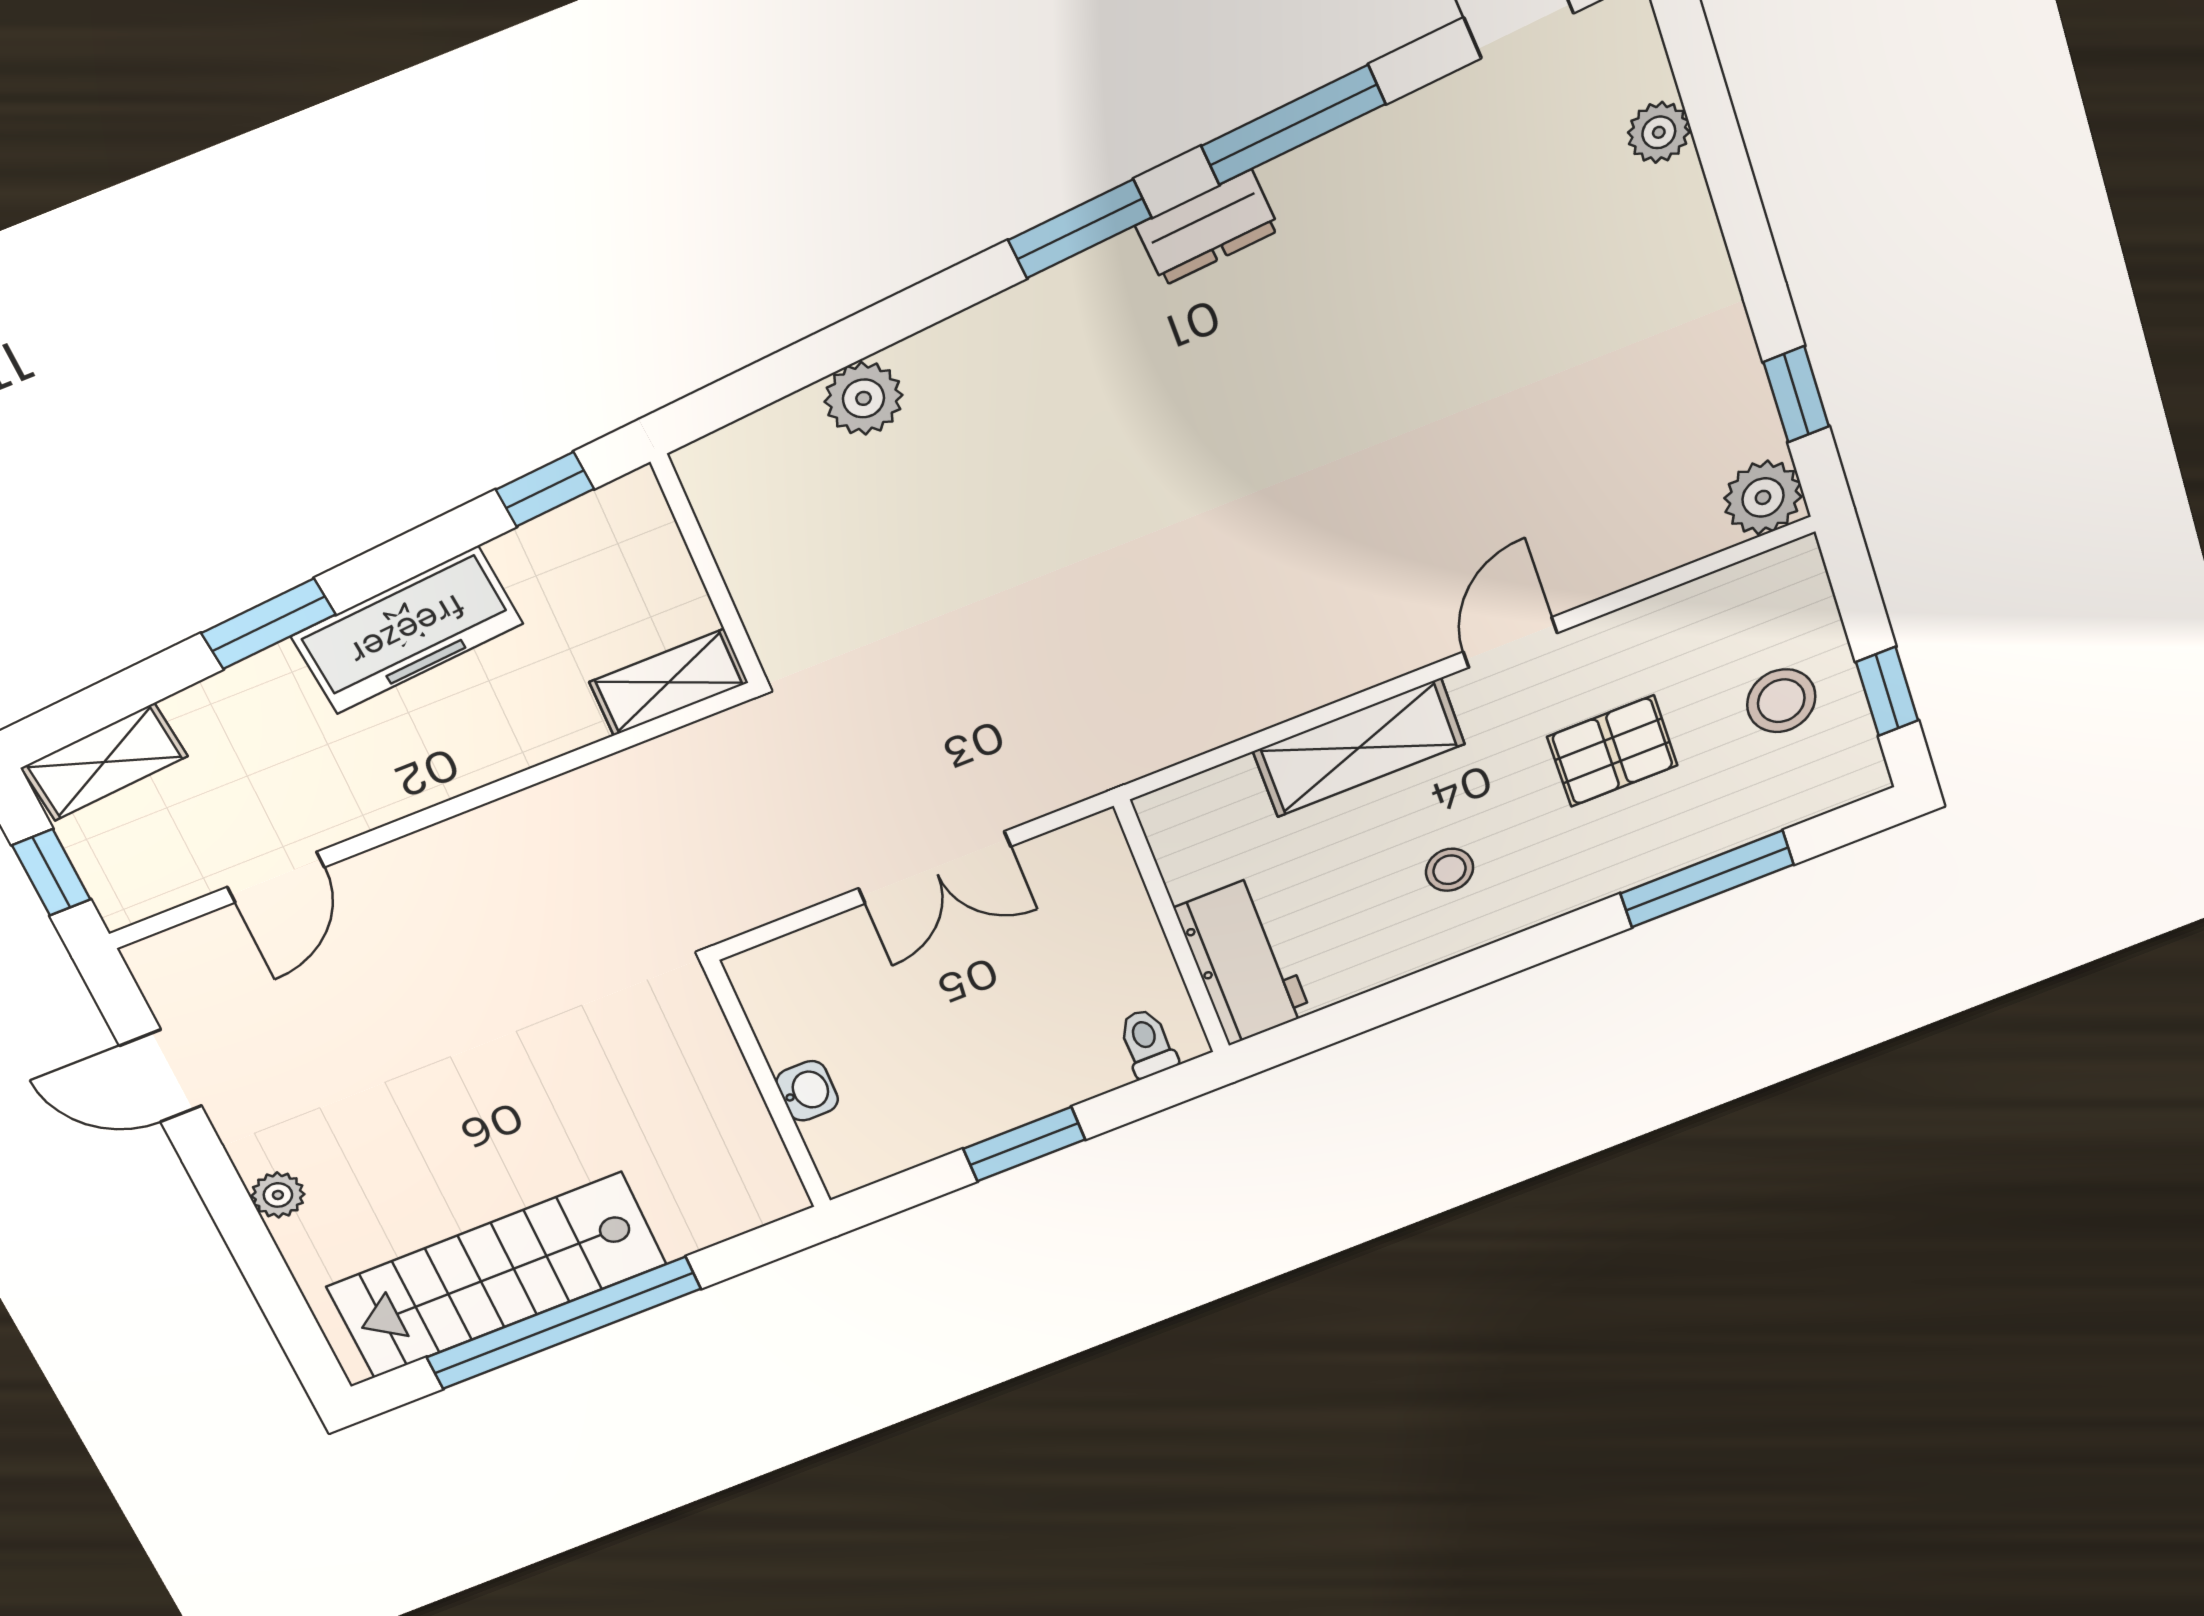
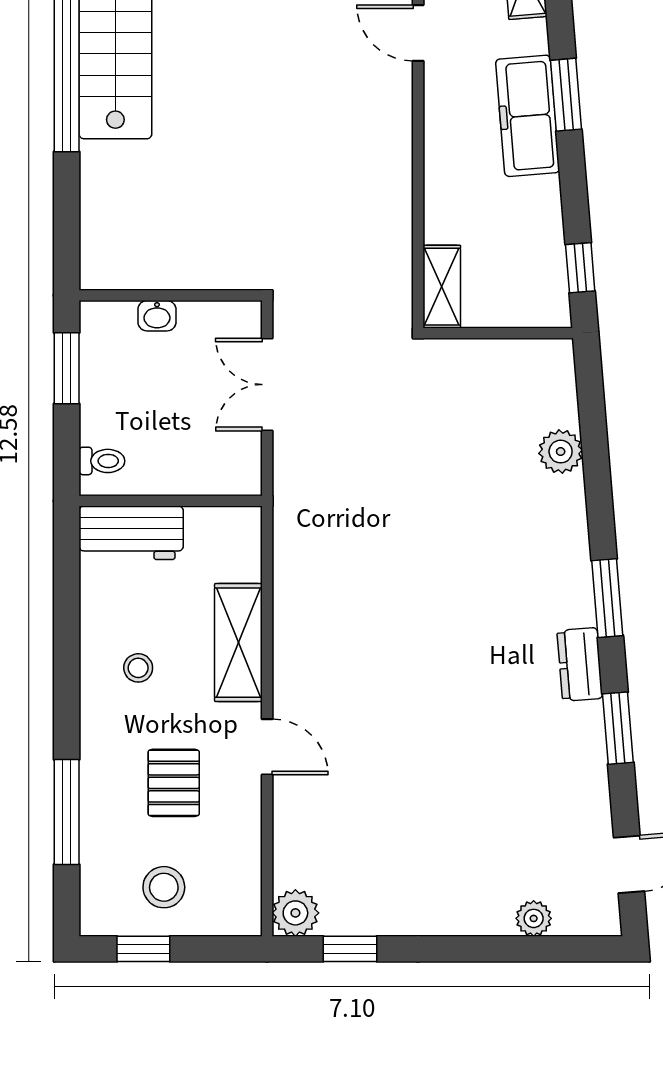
window: (1293, 125) -> (618, 728), width x0.69
freezer: (407, 630) -> (528, 116), moved
wall: (767, 1085) -> (171, 295), moved
washbasin: (807, 1091) -> (157, 316), moved

